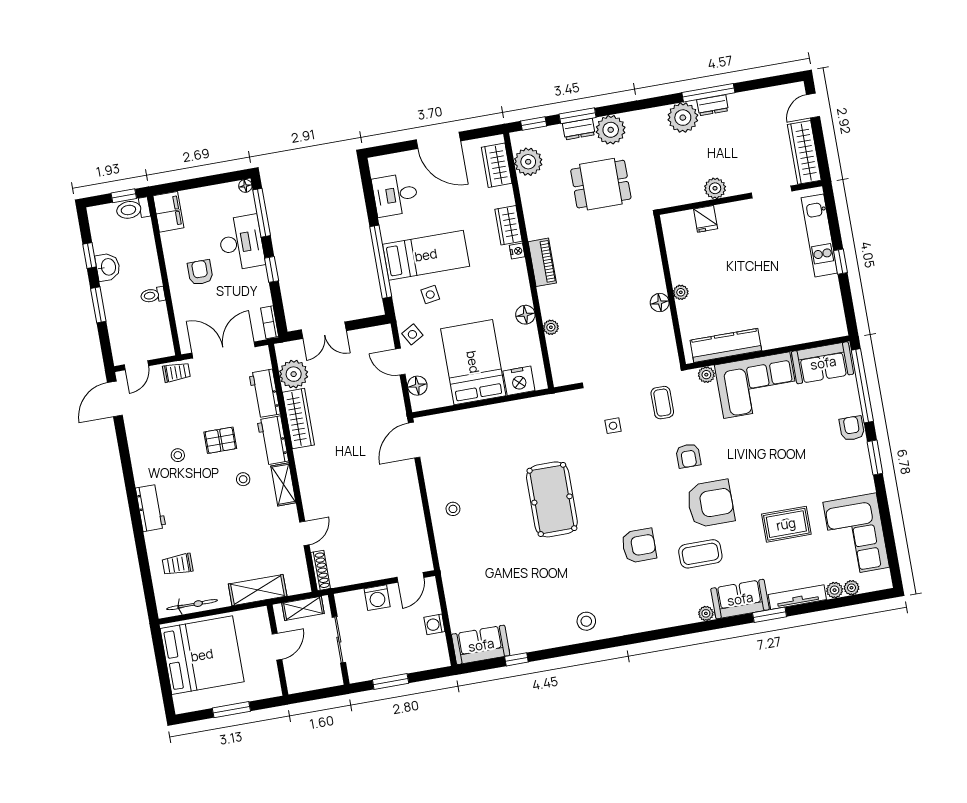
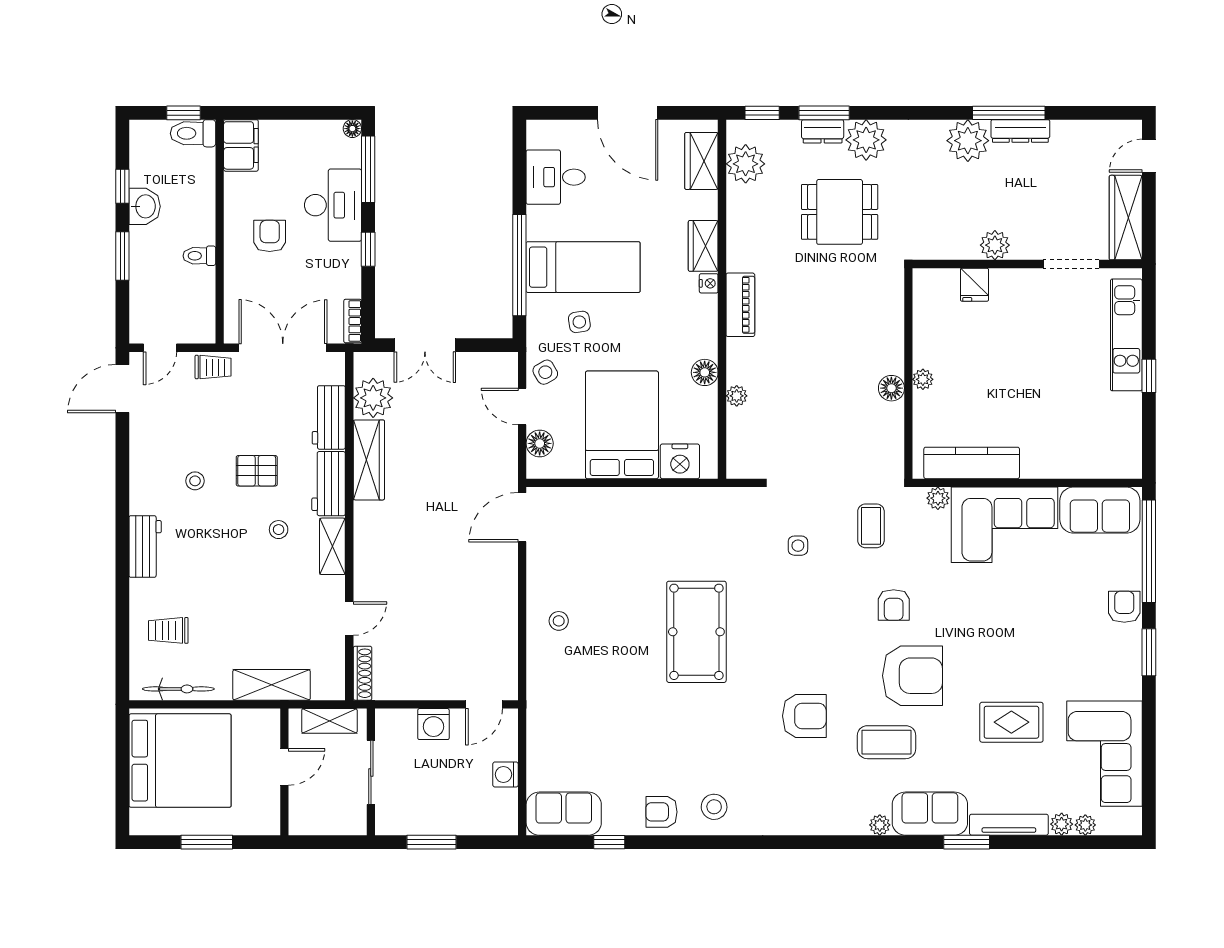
dresser: (713, 105) -> (1020, 131), width x1.44
armchair: (550, 631) -> (661, 812), added

